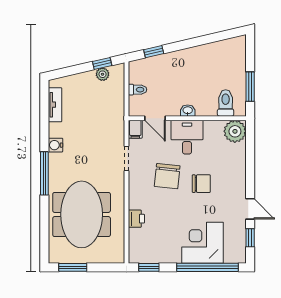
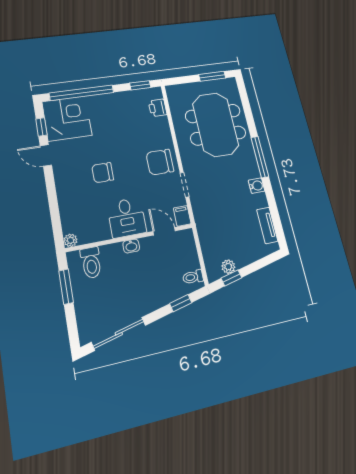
sliding door: (212, 38) -> (119, 334), added
toilet: (138, 90) -> (193, 277), moved
plant: (235, 131) -> (70, 240), width x0.53, depth x0.53
chair: (167, 176) -> (160, 162), moved, turned -96
printer: (136, 219) -> (158, 108), moved
corner desk: (203, 243) -> (67, 118), moved, turned -90

